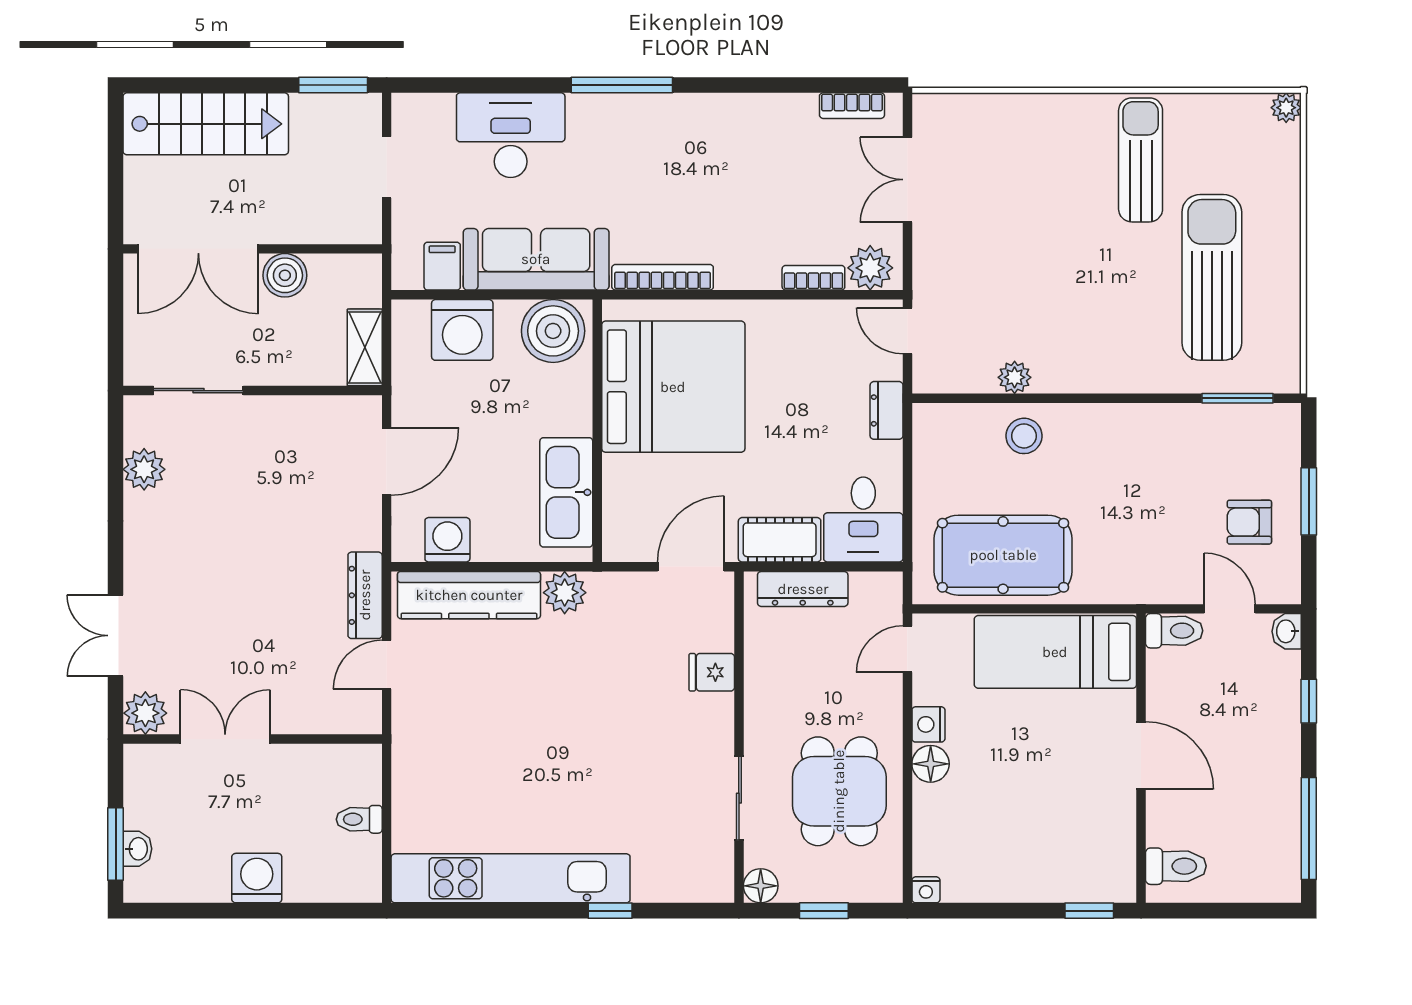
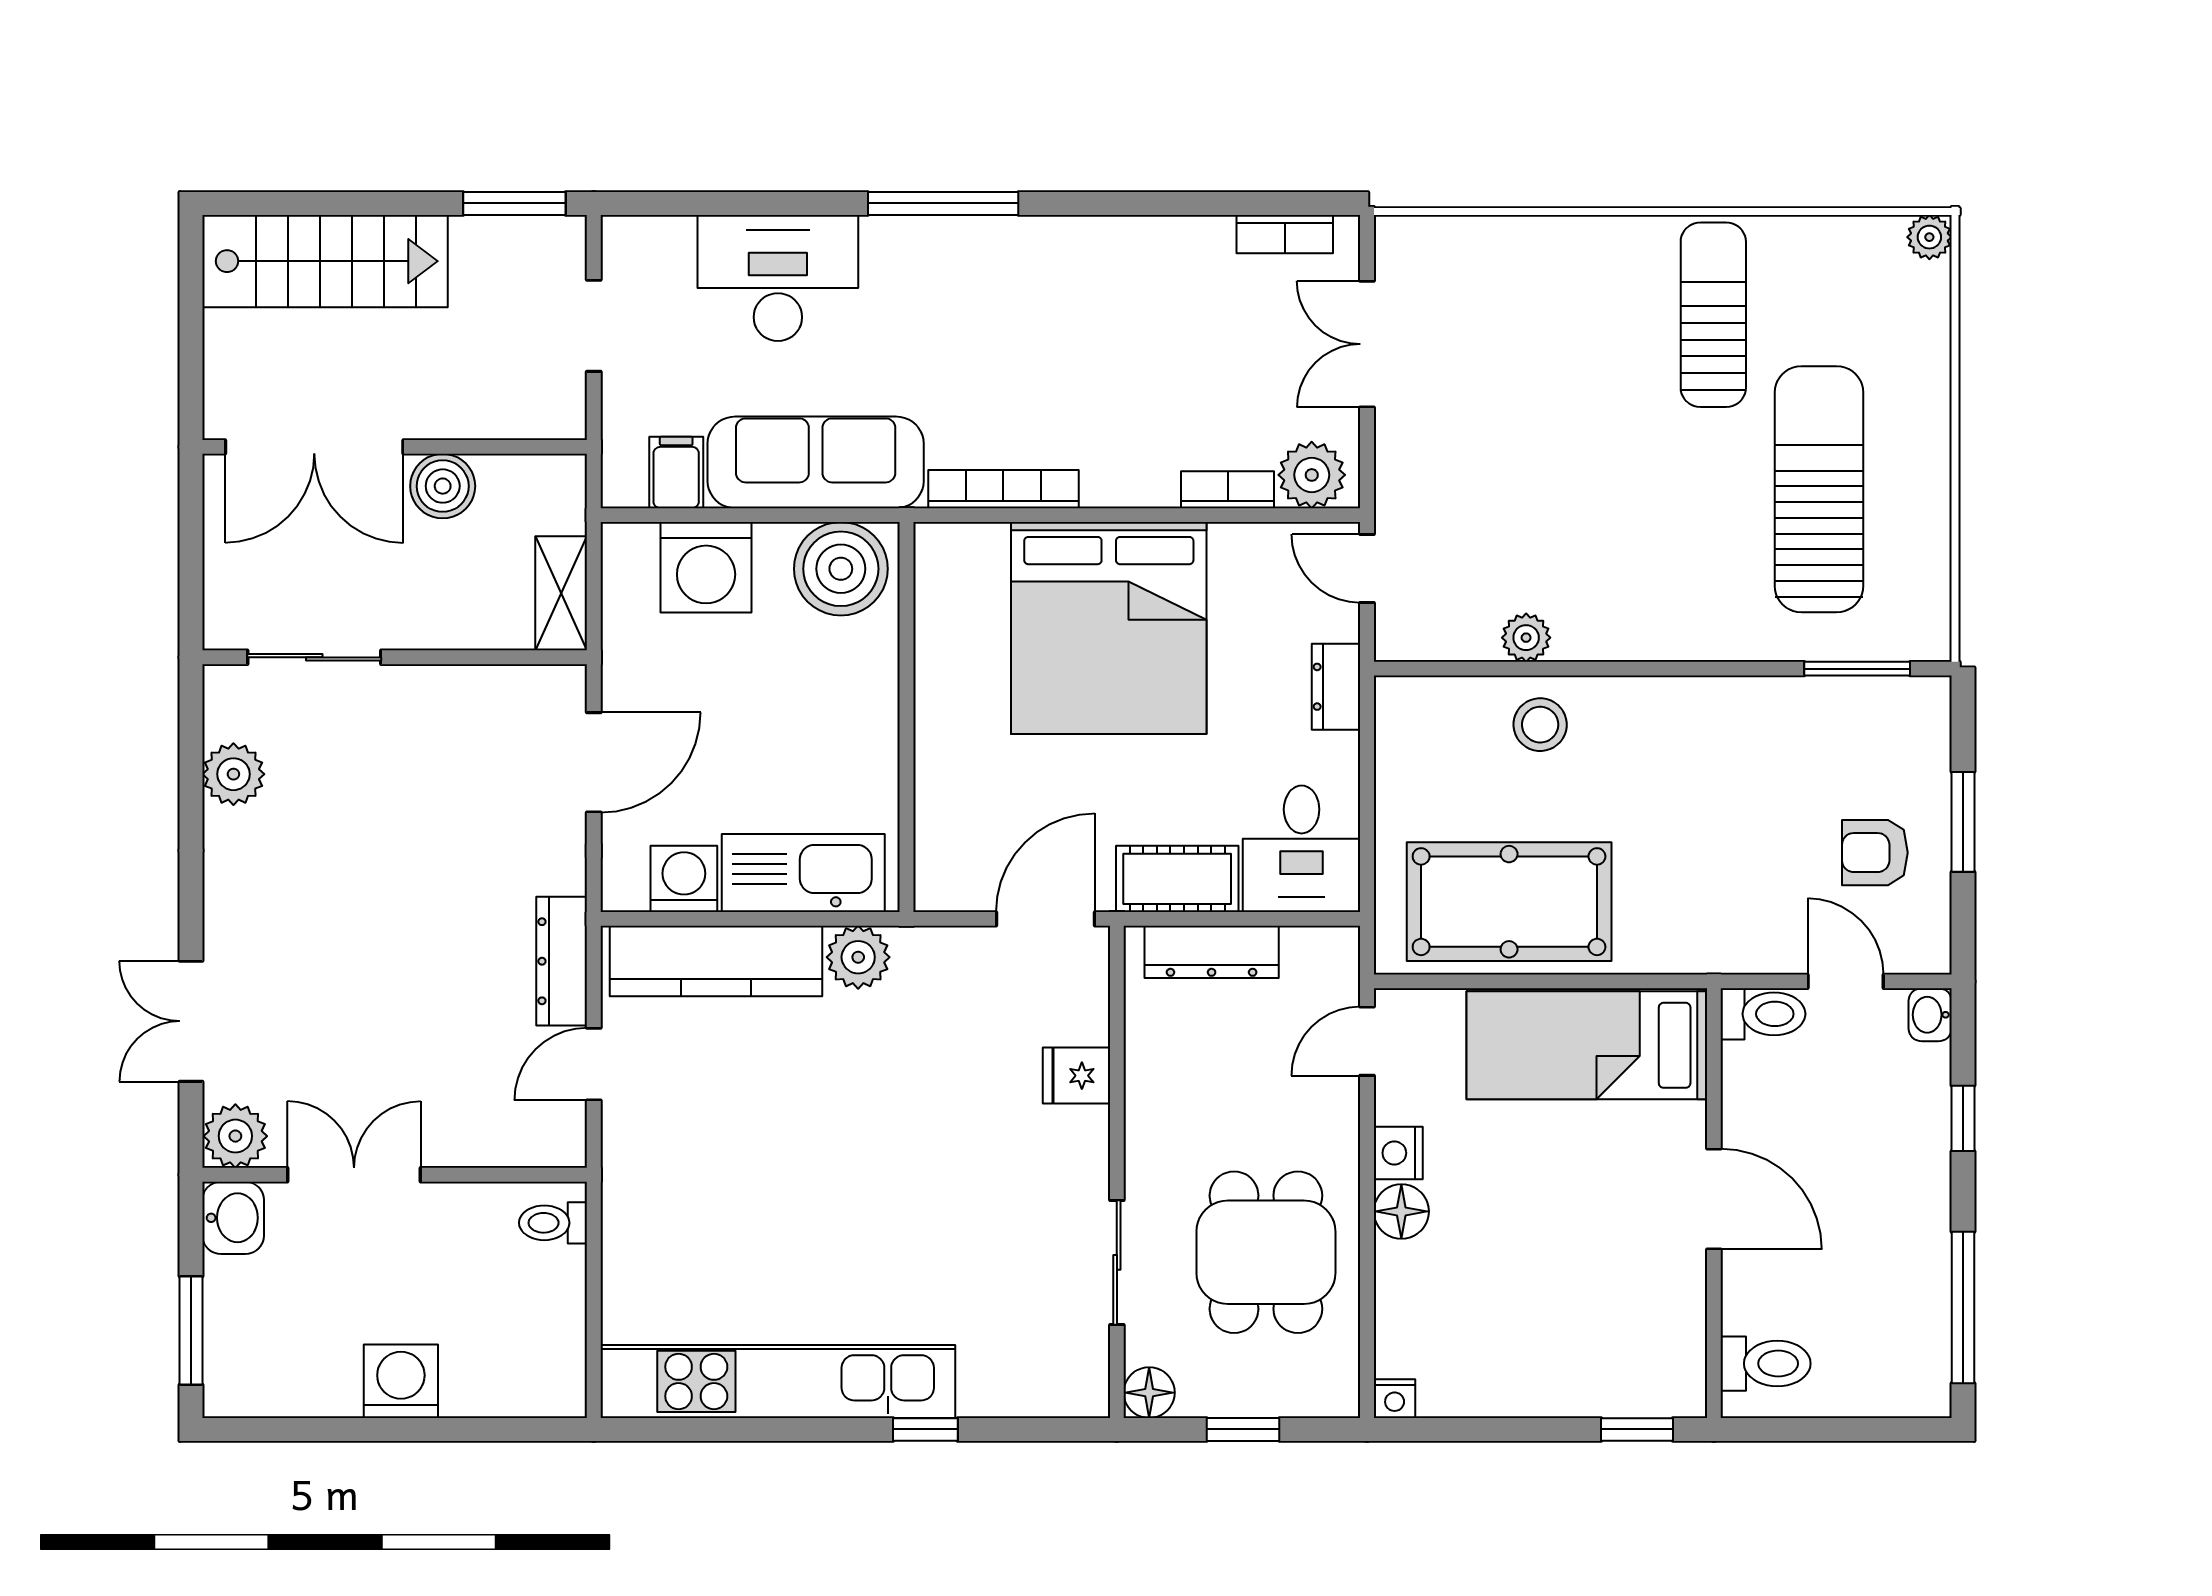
bed: (673, 387) -> (1109, 628), moved, turned 90
kitchen sink: (566, 492) -> (803, 873), moved, turned 90
toilet: (359, 819) -> (553, 1223), moved
washbasin: (137, 849) -> (233, 1218), moved, width x1.38, depth x1.45

